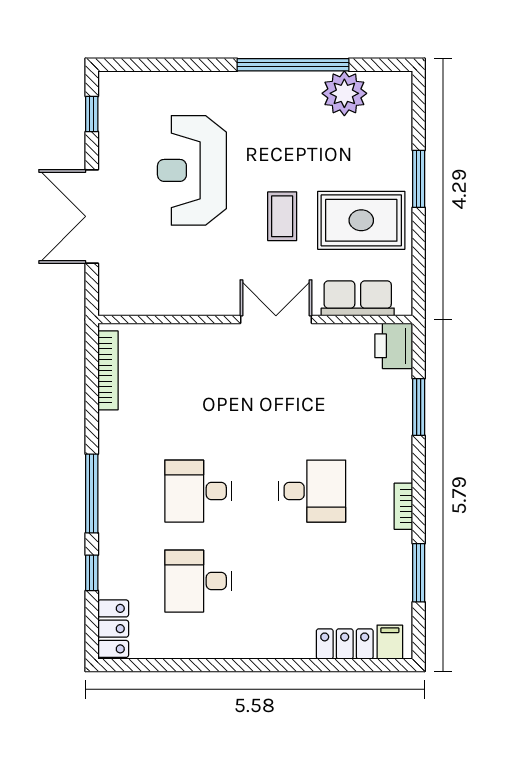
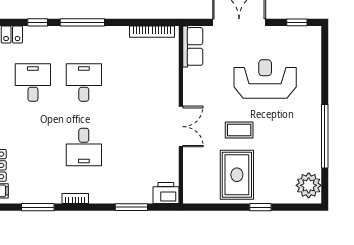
plant: (344, 93) -> (309, 185), moved
window: (419, 179) -> (260, 207), width x0.67
row of seats: (358, 298) -> (193, 46), moved

